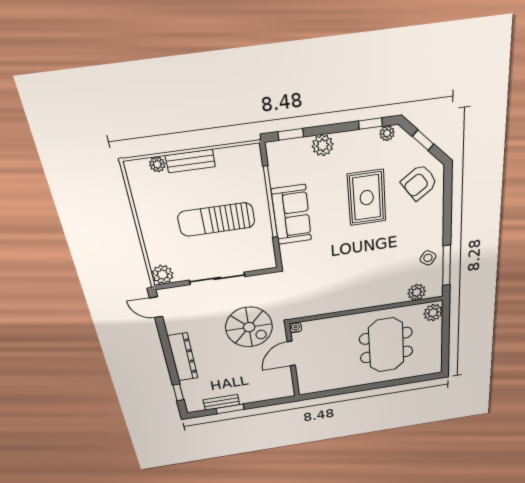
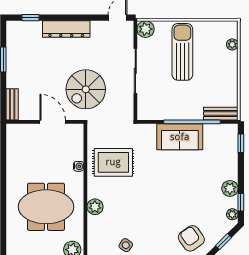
plant: (323, 145) -> (230, 188), moved
bench: (190, 161) -> (221, 114), moved, turned 90
rug: (367, 198) -> (113, 162), moved
sun lounger: (216, 220) -> (182, 52), moved
plant: (417, 292) -> (95, 207), moved
water cooler: (296, 327) -> (79, 166), moved
bench: (221, 402) -> (12, 104), moved

